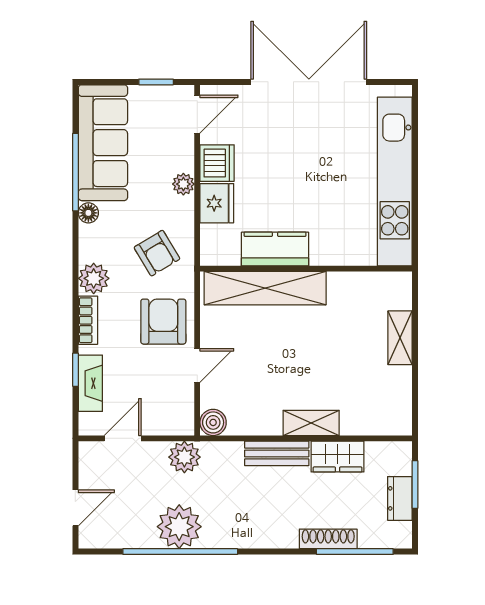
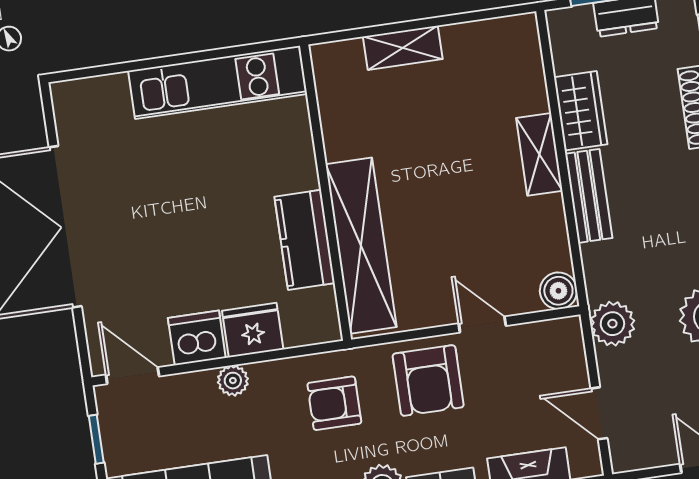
kitchen unit: (395, 182) -> (218, 82), width x0.73
armchair: (157, 253) -> (334, 403), turned -149
armchair: (163, 322) -> (428, 380), turned -90

